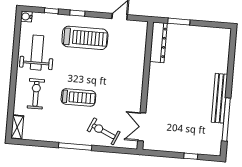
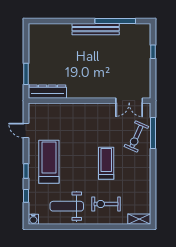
window: (75, 146) -> (153, 133), moved

